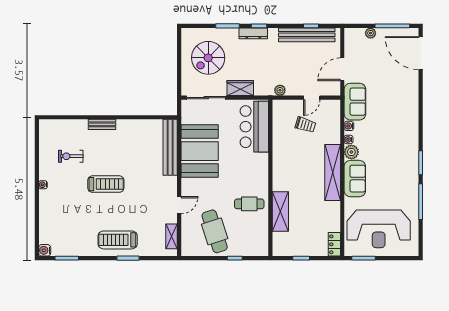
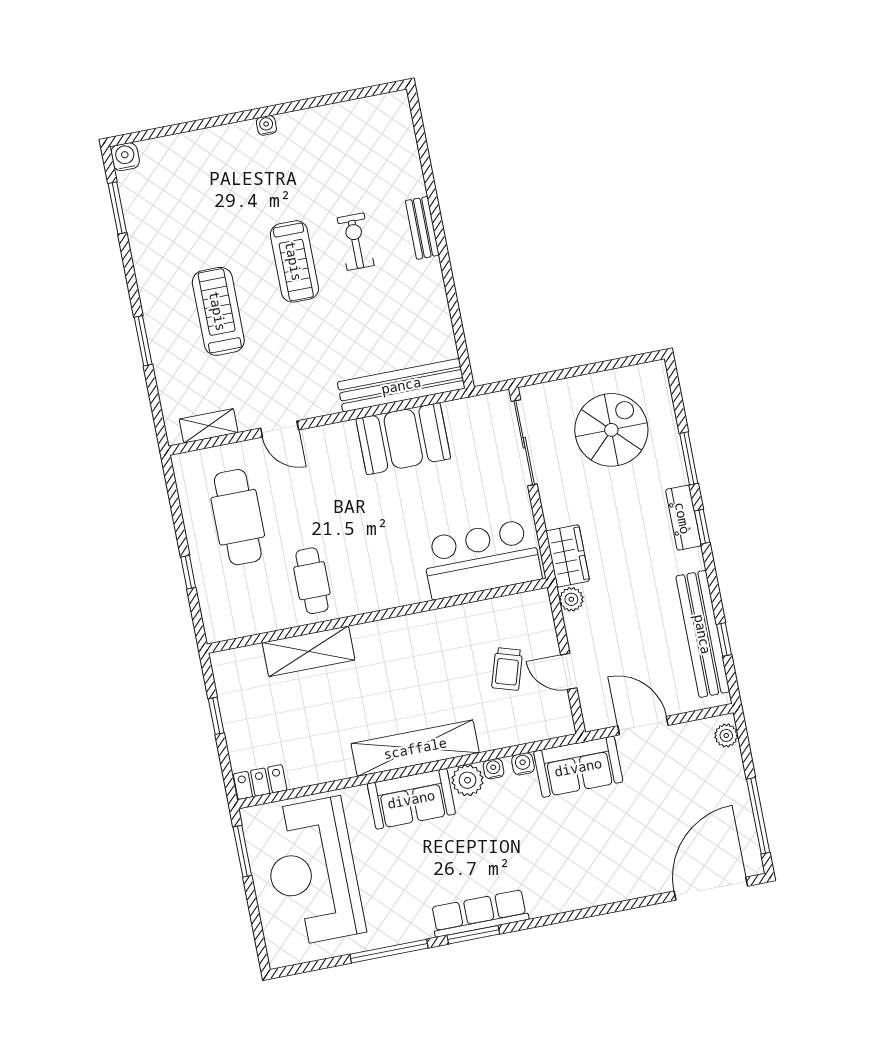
plant: (371, 33) -> (726, 735), moved
spiral stairs: (208, 58) -> (611, 430), turned 90
wardrobe: (240, 88) -> (568, 556), moved
booth: (200, 151) -> (403, 439), width x0.73, depth x0.70
exercise bike: (71, 156) -> (356, 242), moved
row of seats: (412, 158) -> (479, 913), added
cafe table: (215, 231) -> (238, 517), turned -72
treadmill: (118, 240) -> (218, 311), moved

